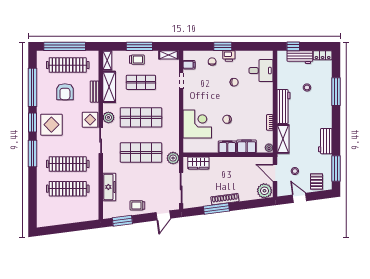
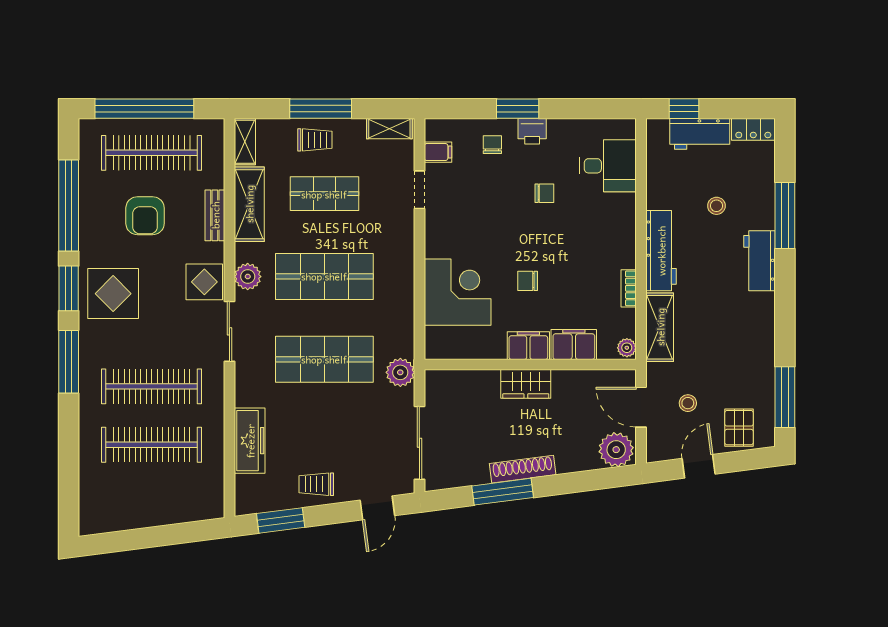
workbench: (325, 141) -> (759, 261), moved
wardrobe: (198, 163) -> (526, 384), moved
door: (299, 198) -> (699, 466), hinge flipped

